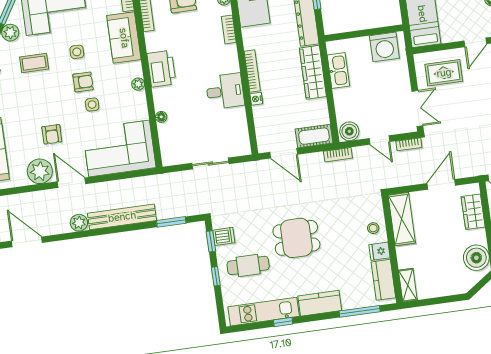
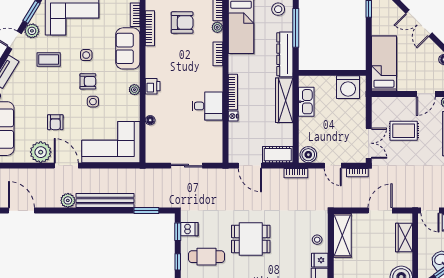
printer: (161, 69) -> (153, 86), width x0.53, depth x0.68
rug: (444, 73) -> (404, 131), moved

